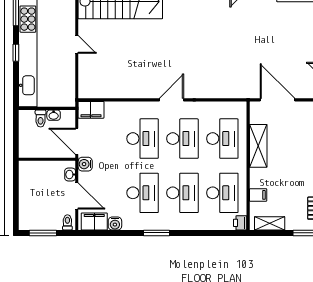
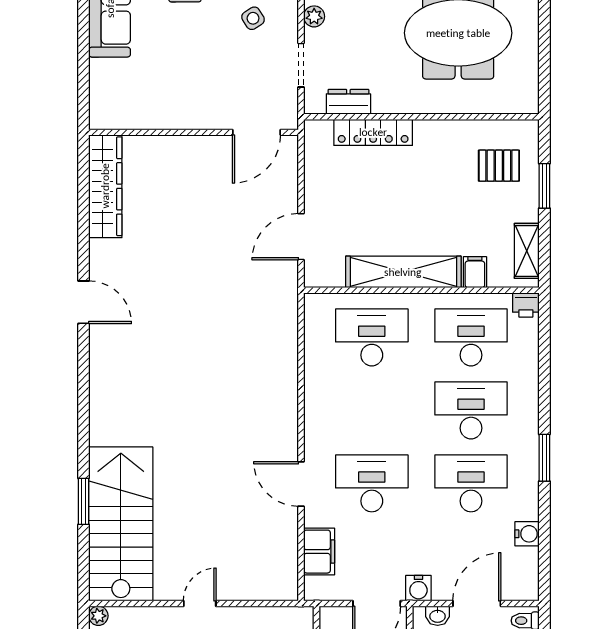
door: (172, 100) -> (301, 484), moved
door: (277, 100) -> (301, 237), width x0.73
filing cabinet: (91, 110) -> (319, 552), moved
desk: (182, 139) -> (372, 410), removed
shelving: (258, 146) -> (403, 272), width x1.47
filing cabinet: (94, 222) -> (523, 572), removed

